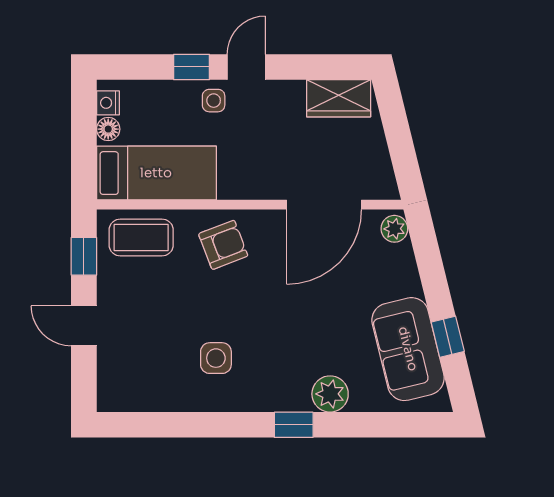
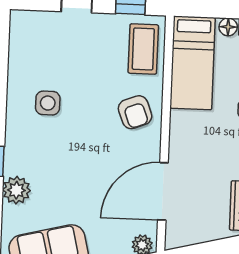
door: (324, 205) -> (163, 191), hinge flipped

